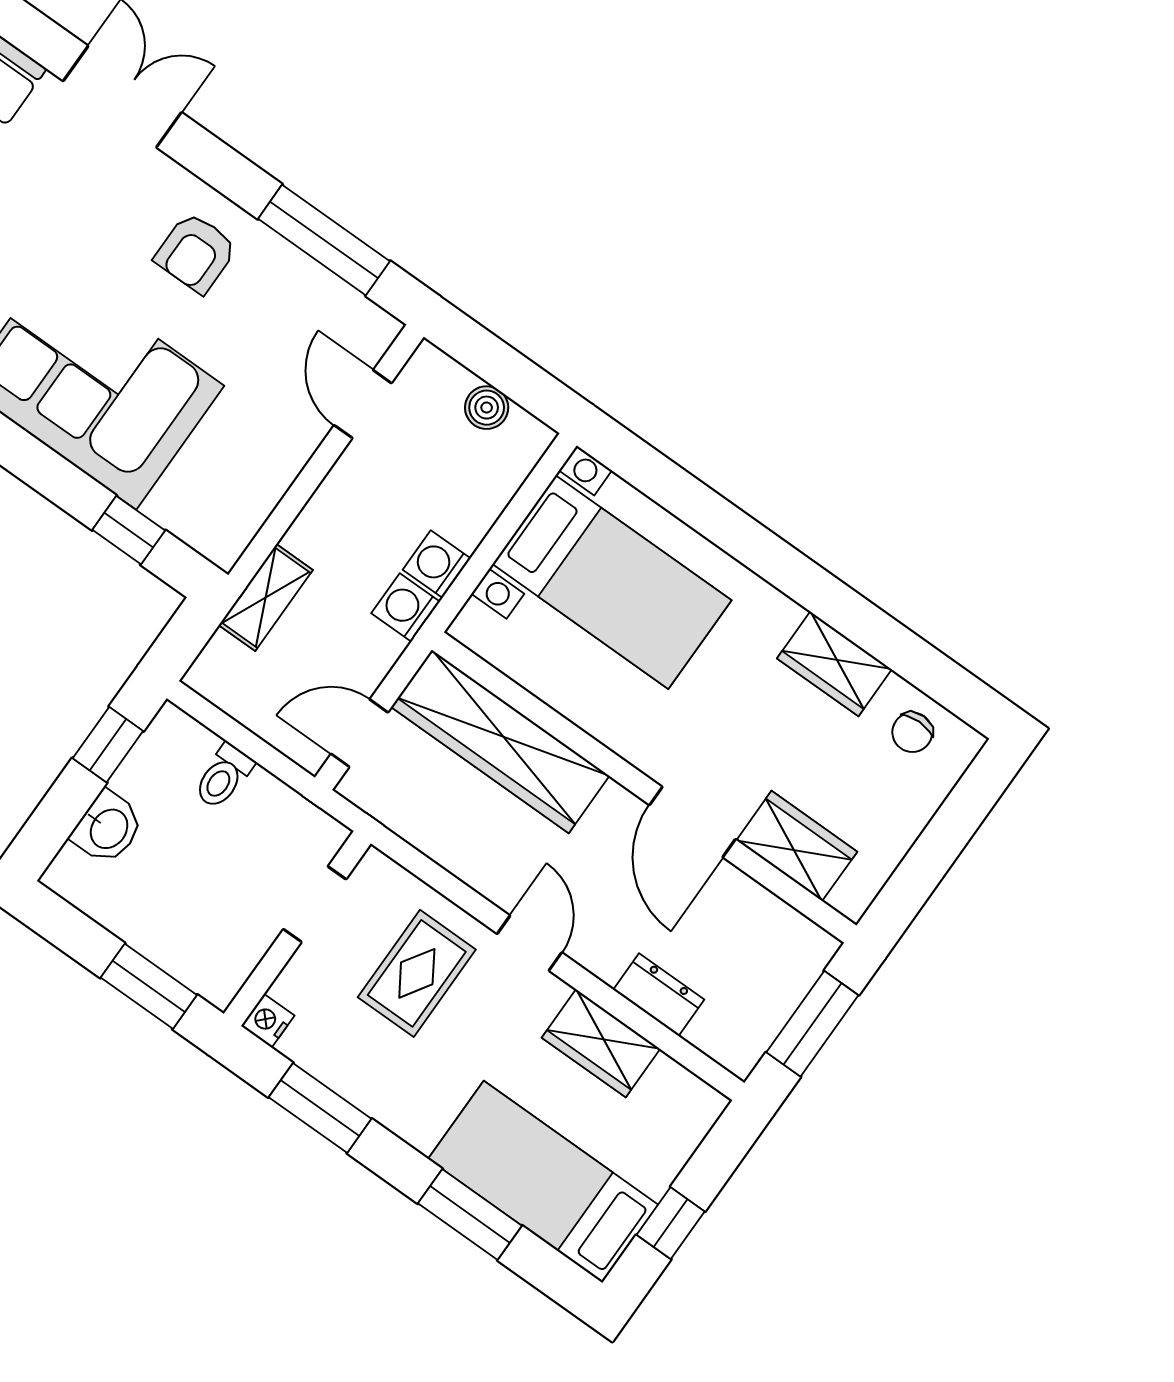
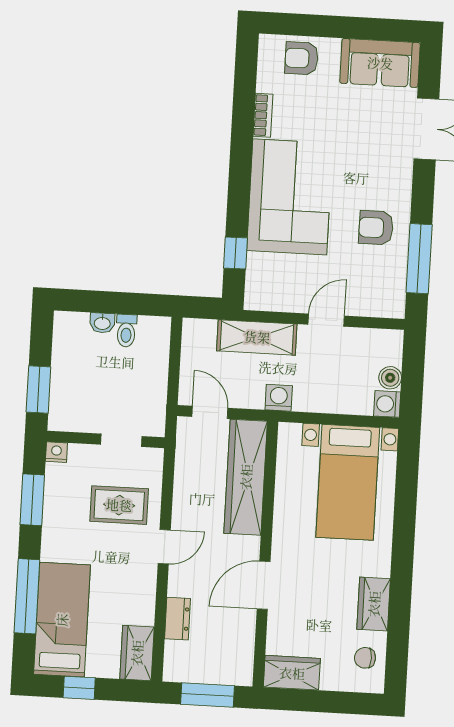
armchair: (196, 253) -> (376, 228), moved
door: (363, 404) -> (326, 320), moved
washing machine: (437, 564) -> (387, 404), moved, turned -90
shelving: (266, 597) -> (257, 337), width x1.50, depth x1.33
window: (108, 745) -> (134, 304), removed
toilet: (223, 776) -> (126, 331), moved, turned -90
washbasin: (108, 828) -> (102, 323), width x0.72, depth x0.69
wardrobe: (797, 846) -> (292, 673), moved, turned -90
wardrobe: (601, 1043) -> (137, 653), moved
window: (470, 1214) -> (27, 596), width x1.44

